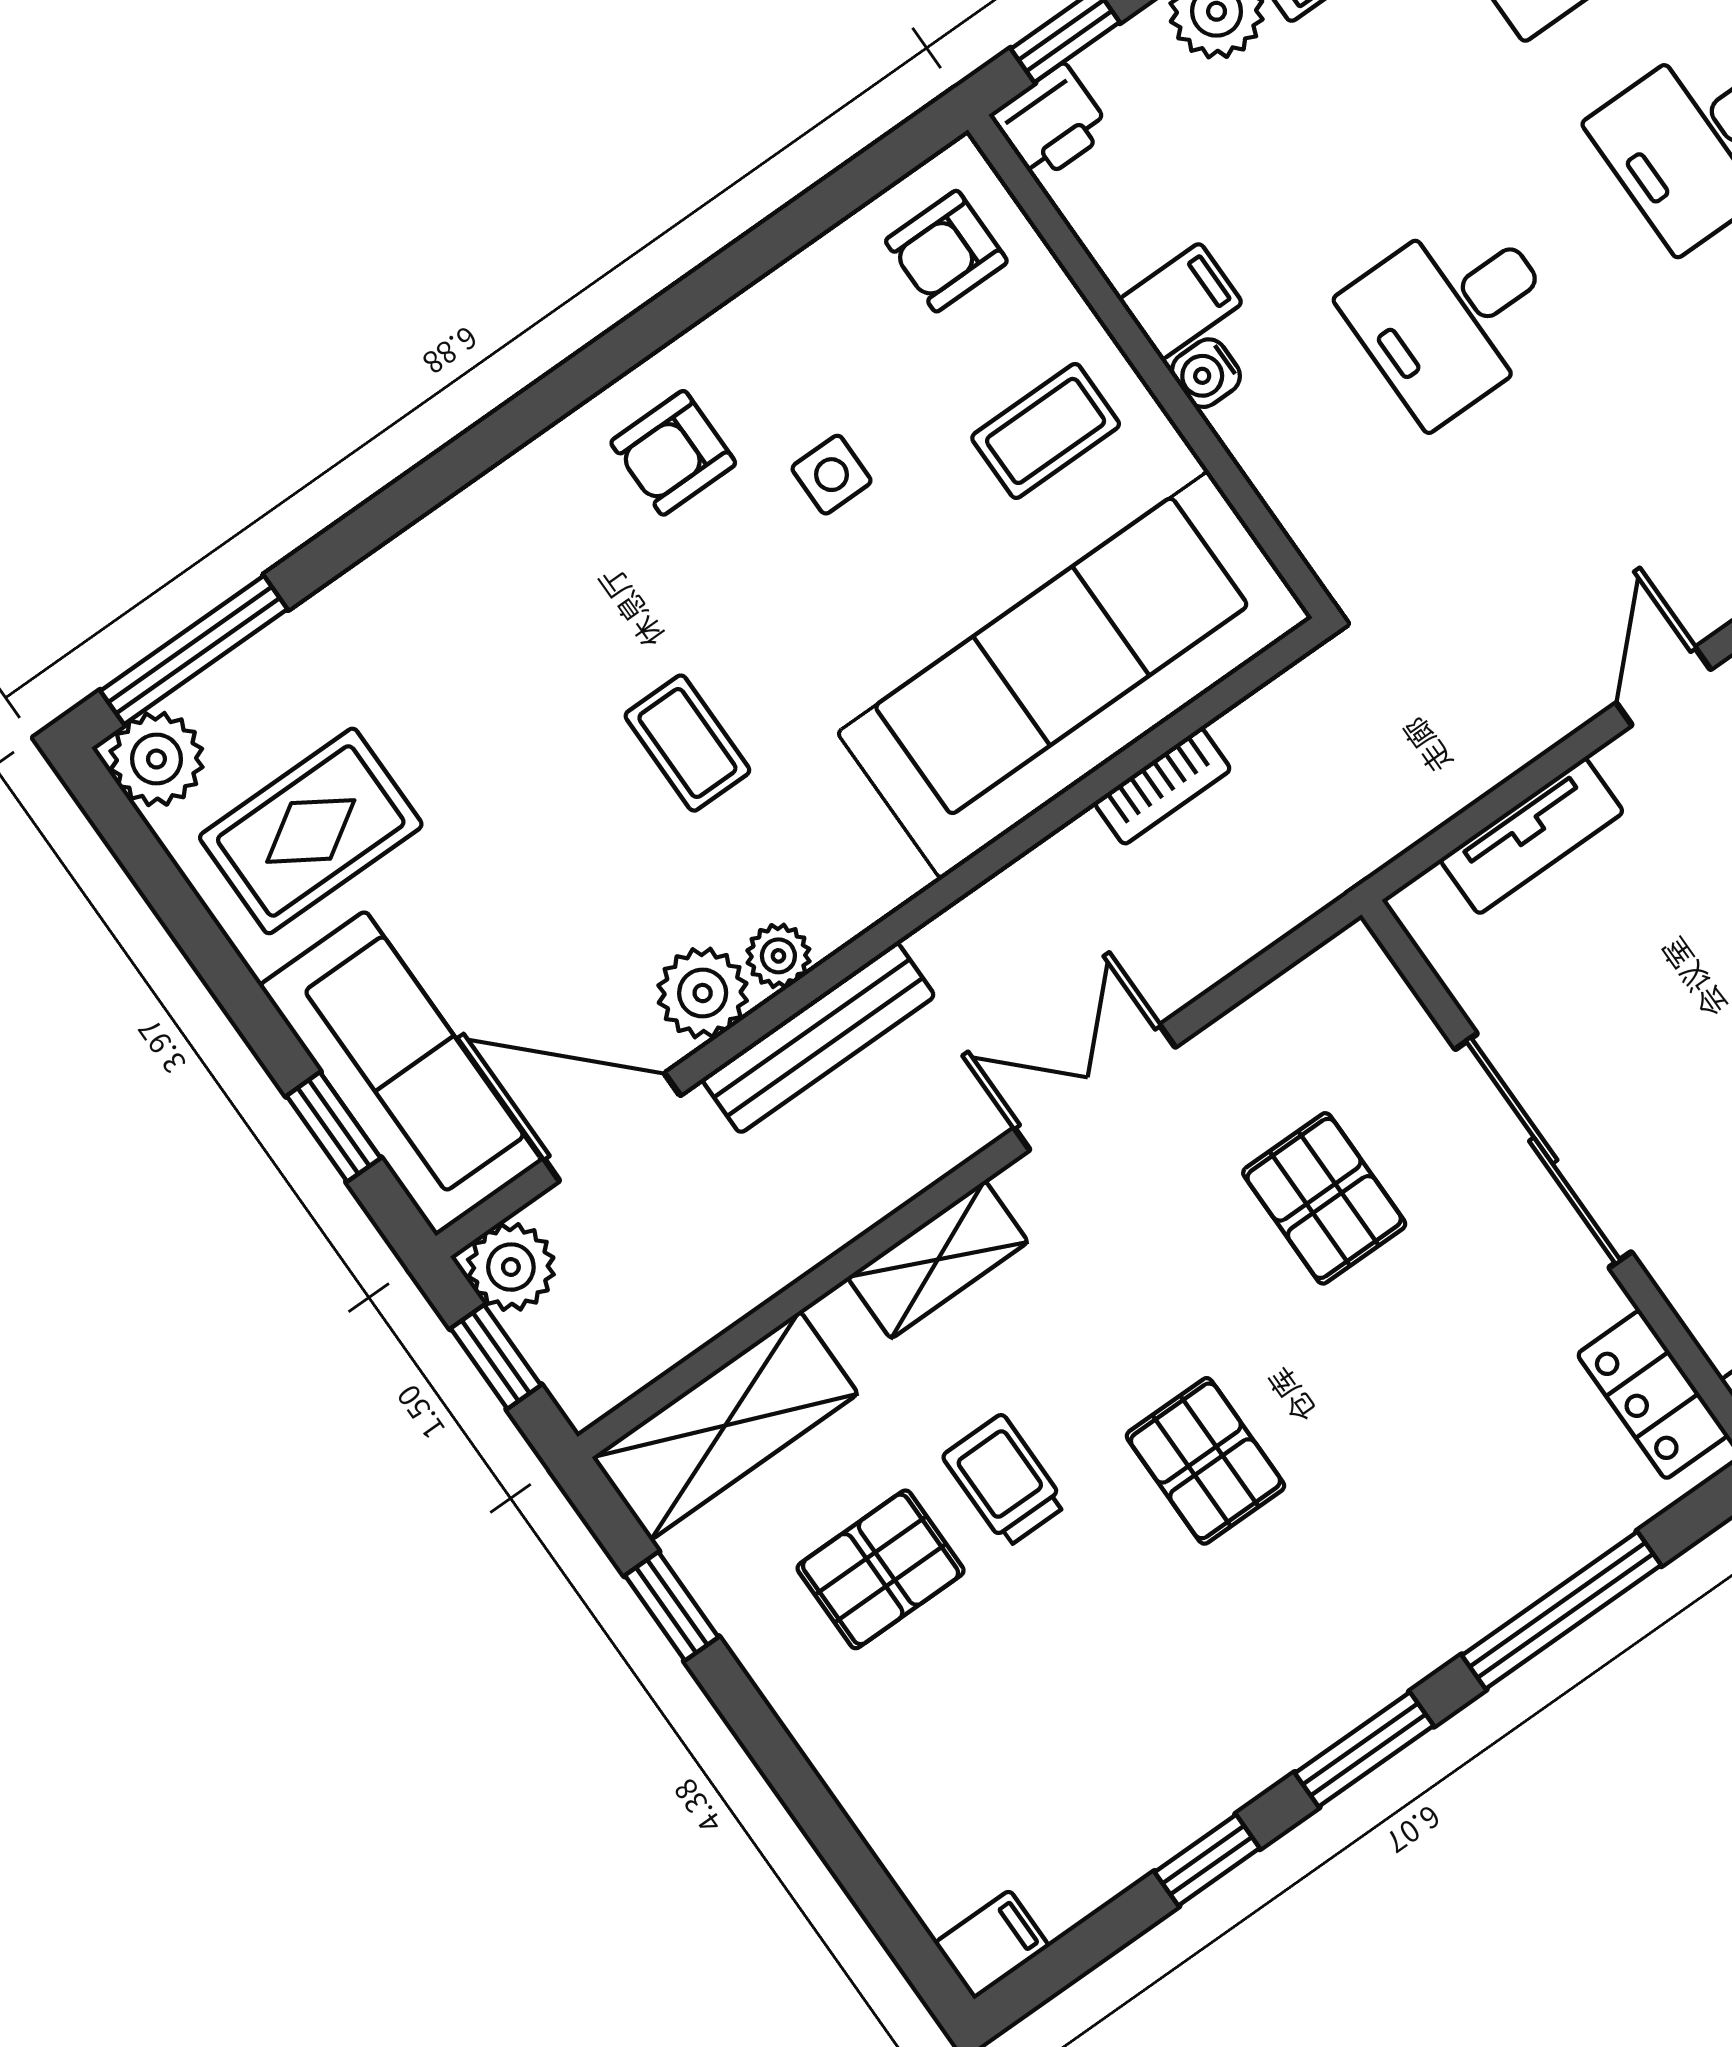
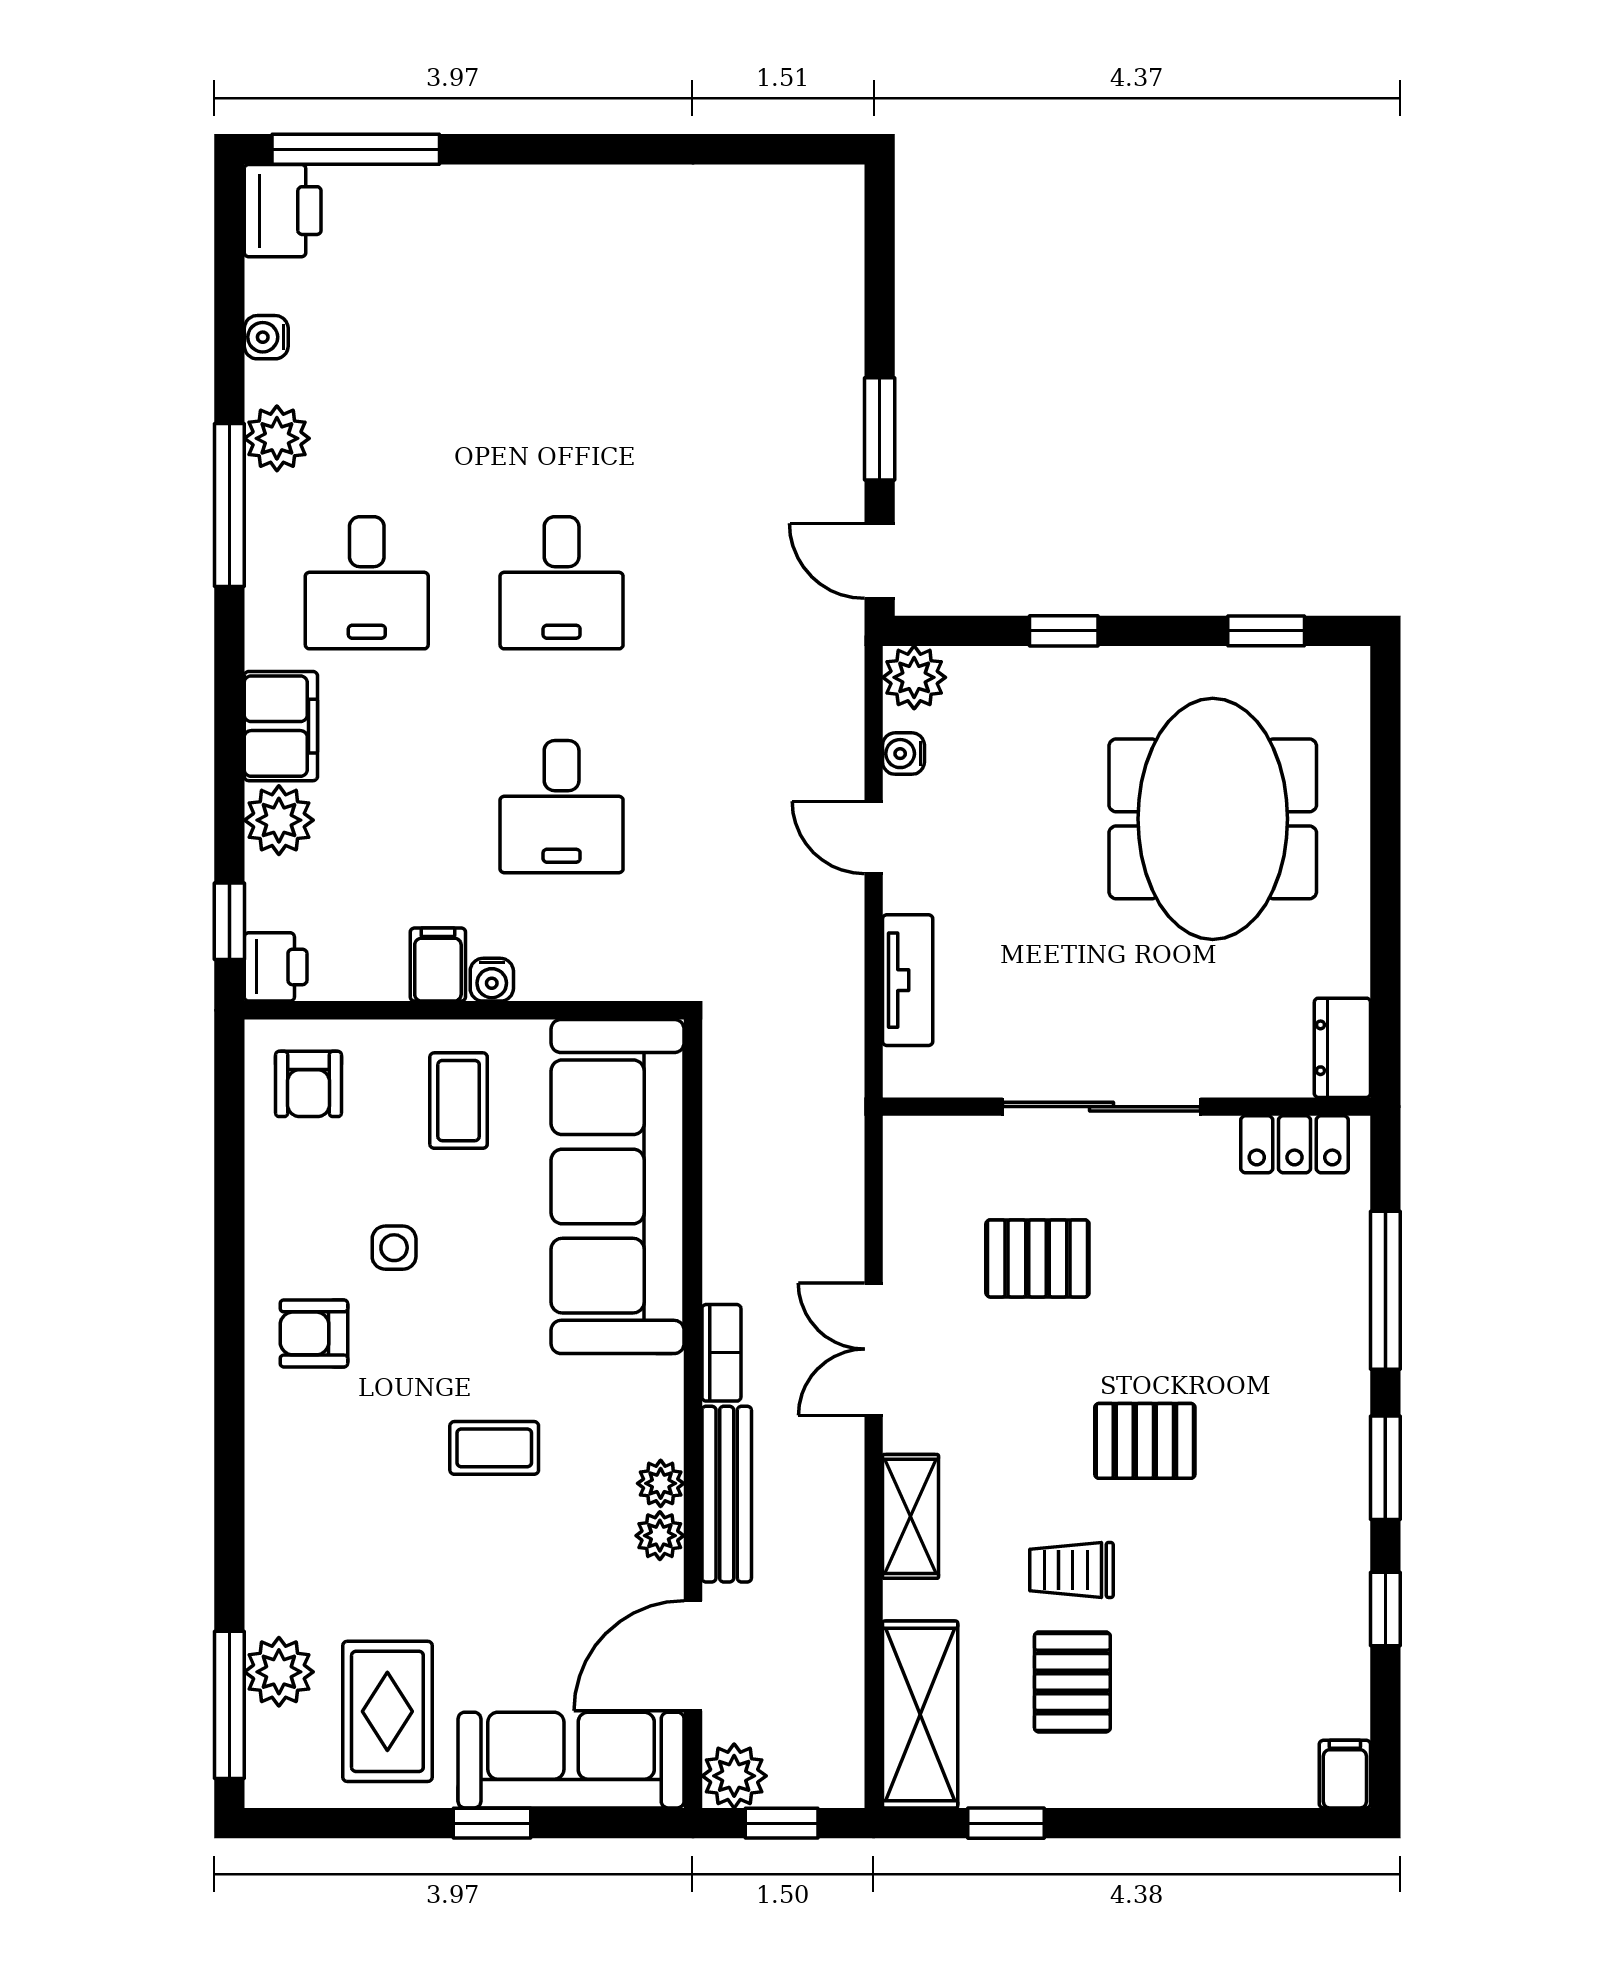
armchair: (673, 453) -> (314, 1333), turned 90
plant: (156, 759) -> (279, 1672), moved
bookcase: (1163, 786) -> (721, 1353), moved
plant: (703, 993) -> (660, 1536), width x0.73, depth x0.73
window: (334, 1127) -> (492, 1823), moved

